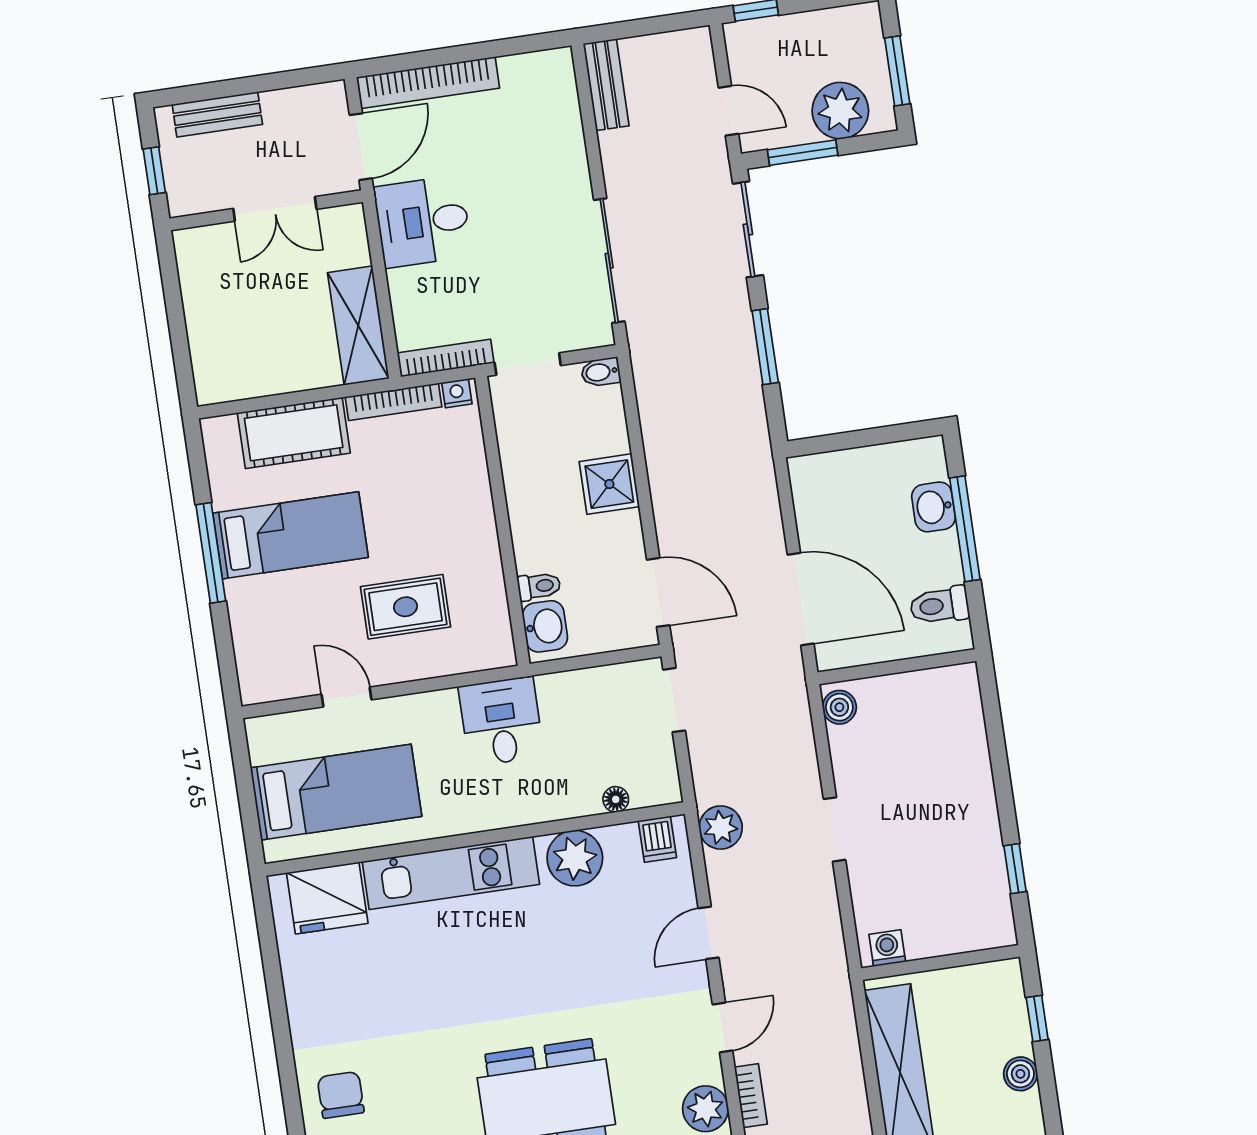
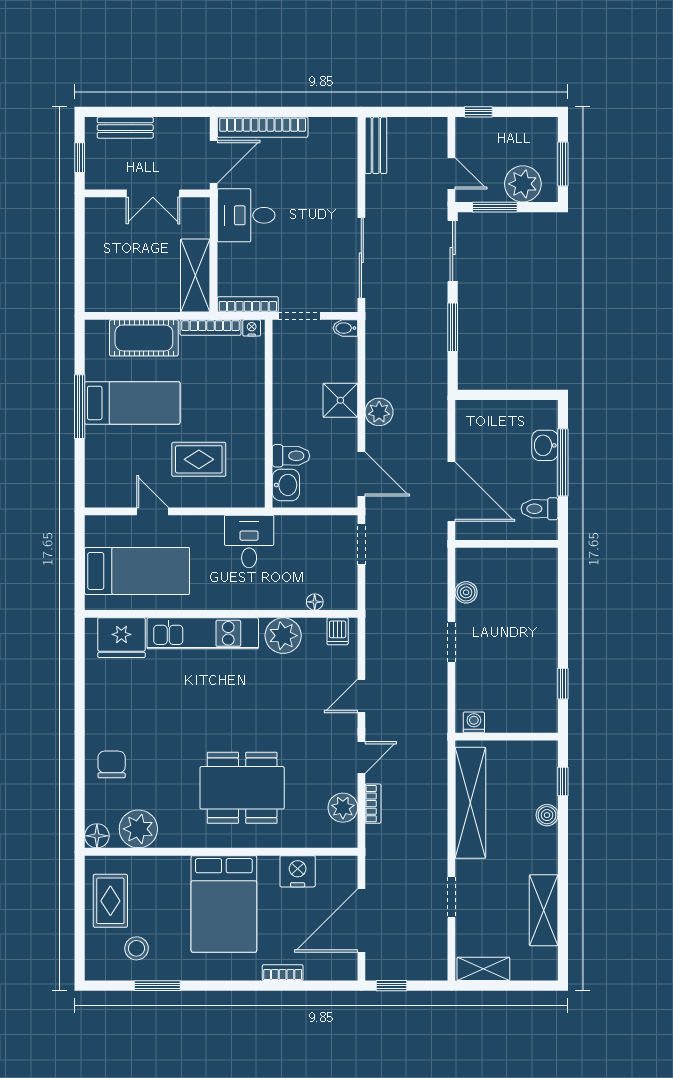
toilet: (539, 586) -> (291, 456), width x1.37, depth x1.39
boiler: (839, 707) -> (466, 592), moved
plant: (721, 828) -> (379, 412), moved

